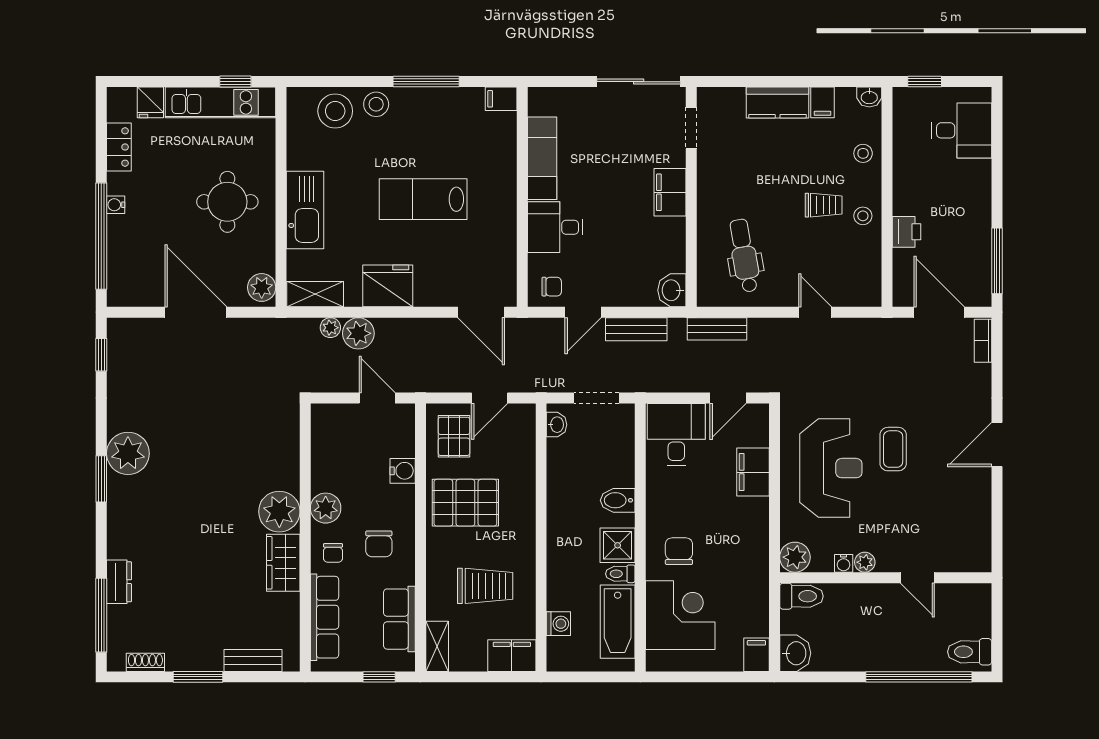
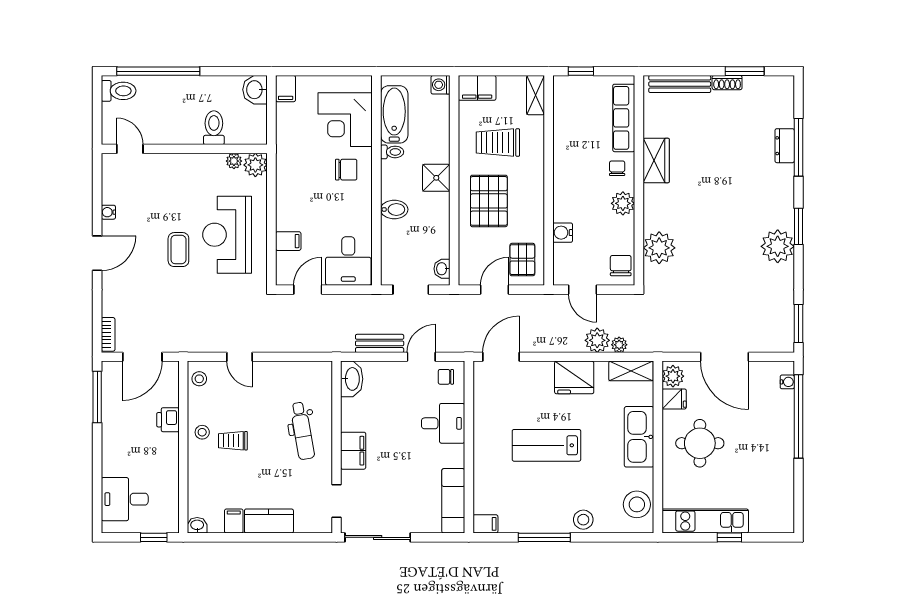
window: (235, 82) -> (729, 537), moved
fridge: (150, 102) -> (674, 399), moved, turned 90
stool: (335, 111) -> (637, 504), moved
locker: (119, 147) -> (785, 486), removed
stool: (863, 153) -> (199, 379), moved
exam couch: (542, 158) -> (453, 501), moved
lab bench: (423, 199) -> (546, 445), turned 180
water cooler: (116, 205) -> (787, 382), moved
dental chair: (744, 256) -> (302, 431), moved
washbasin: (672, 290) -> (352, 379), width x1.38
door: (481, 312) -> (501, 357), hinge flipped
door: (939, 312) -> (142, 357), hinge flipped
bench: (717, 329) -> (316, 344), removed
window: (101, 355) -> (799, 324), width x1.50
filing cabinet: (753, 472) -> (288, 241), width x0.50
pallet: (465, 503) -> (489, 201), moved, turned 90
plant: (279, 512) -> (659, 248), moved
chair: (379, 544) -> (621, 266), moved
shower: (618, 545) -> (436, 178), moved
chair: (679, 551) -> (346, 170), turned -90
plant: (865, 562) -> (234, 161), moved
water cooler: (844, 563) -> (108, 212), moved, turned -90
door: (917, 578) -> (130, 149), moved
toilet: (802, 596) -> (214, 128), moved, turned 90
window: (101, 615) -> (799, 147), moved
row of seats: (399, 619) -> (565, 117), removed
washing machine: (558, 624) -> (441, 85), moved
bench: (253, 660) -> (680, 84), width x1.36
shoe rack: (145, 662) -> (727, 83), moved
window: (198, 677) -> (745, 71), moved

